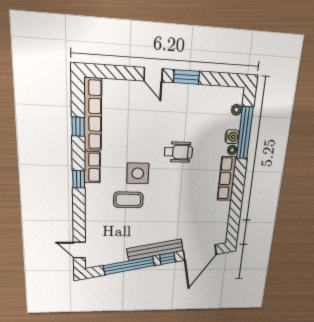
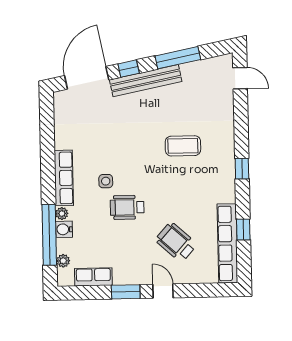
wheelchair: (139, 119) -> (176, 242), added
row of seats: (92, 167) -> (93, 277), moved, turned 90
side table: (138, 173) -> (106, 181), moved, width x0.54, depth x0.54
window: (129, 266) -> (178, 58), width x0.68

